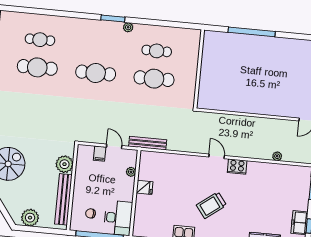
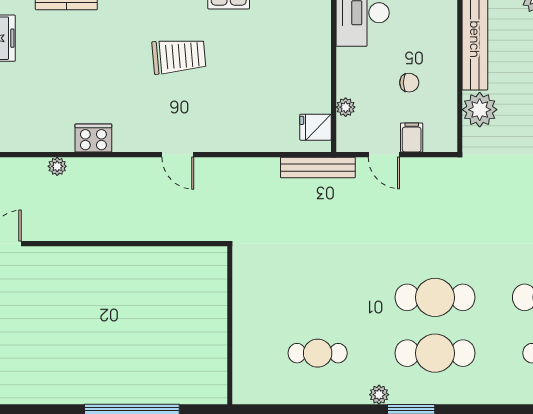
cafe table: (154, 79) -> (435, 353), moved
cooker: (237, 167) -> (93, 138), moved
fridge: (145, 187) -> (316, 127), moved
trolley: (211, 205) -> (179, 56), turned 32
chair: (91, 213) -> (409, 83), moved

